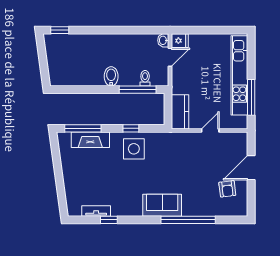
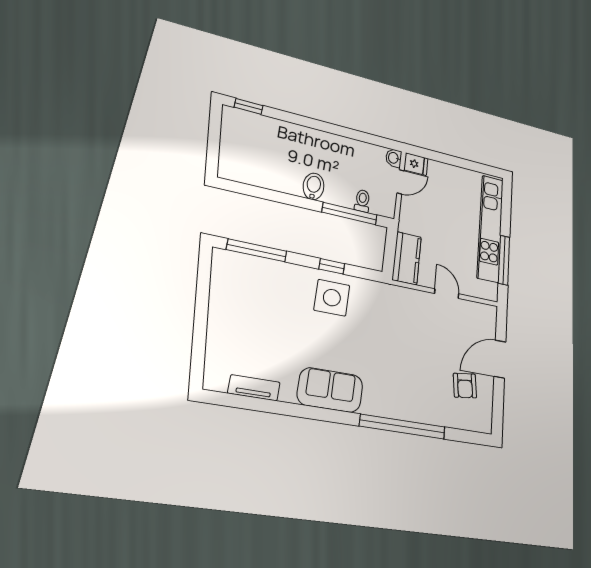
door: (210, 131) -> (447, 294), hinge flipped
fireplace: (90, 140) -> (265, 270), removed
sofa: (162, 205) -> (330, 390), moved
window: (109, 220) -> (273, 407), removed

